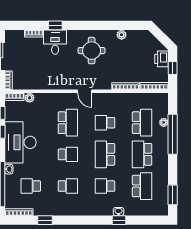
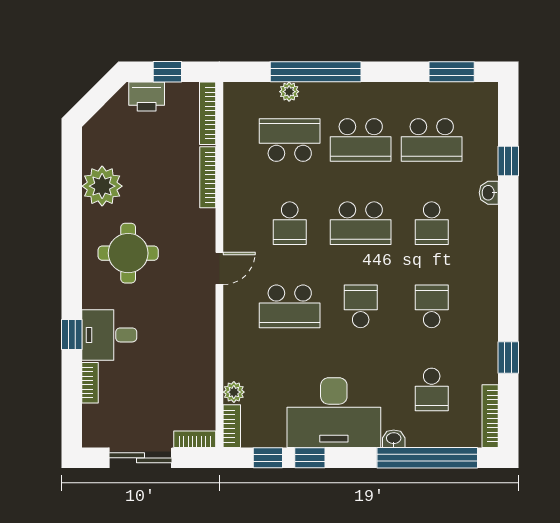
plant: (122, 35) -> (102, 186), width x1.87, depth x1.87
school desk: (68, 123) -> (290, 306), turned 180
school desk: (142, 186) -> (432, 140), turned 180
window: (119, 220) -> (508, 161), moved

